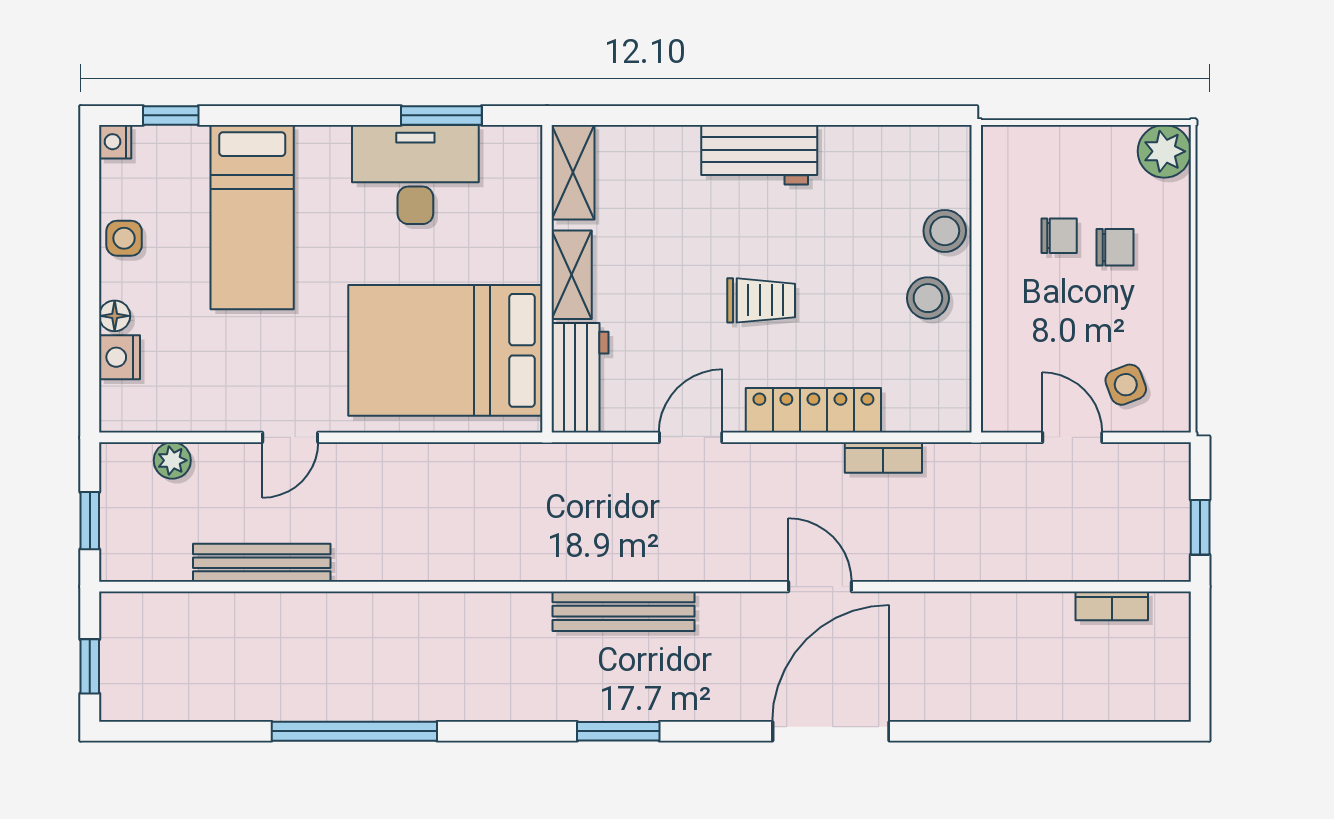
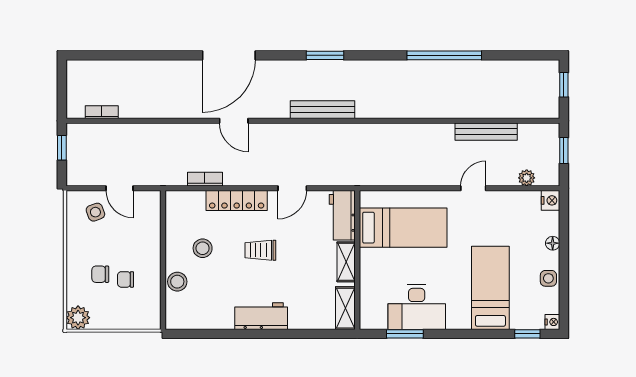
stool: (928, 298) -> (203, 248), moved
bed: (445, 350) -> (403, 228), width x0.67
nightstand: (119, 357) -> (550, 200), moved

